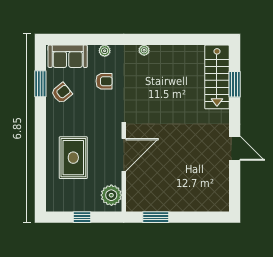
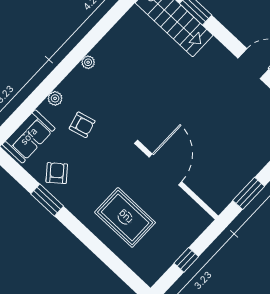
armchair: (104, 81) -> (82, 125), turned 75
window: (40, 84) -> (47, 200), moved
plant: (111, 195) -> (191, 215), removed

